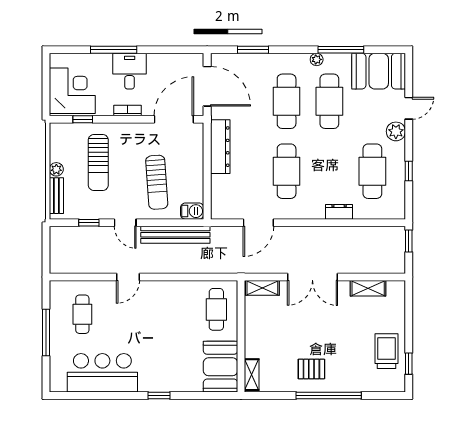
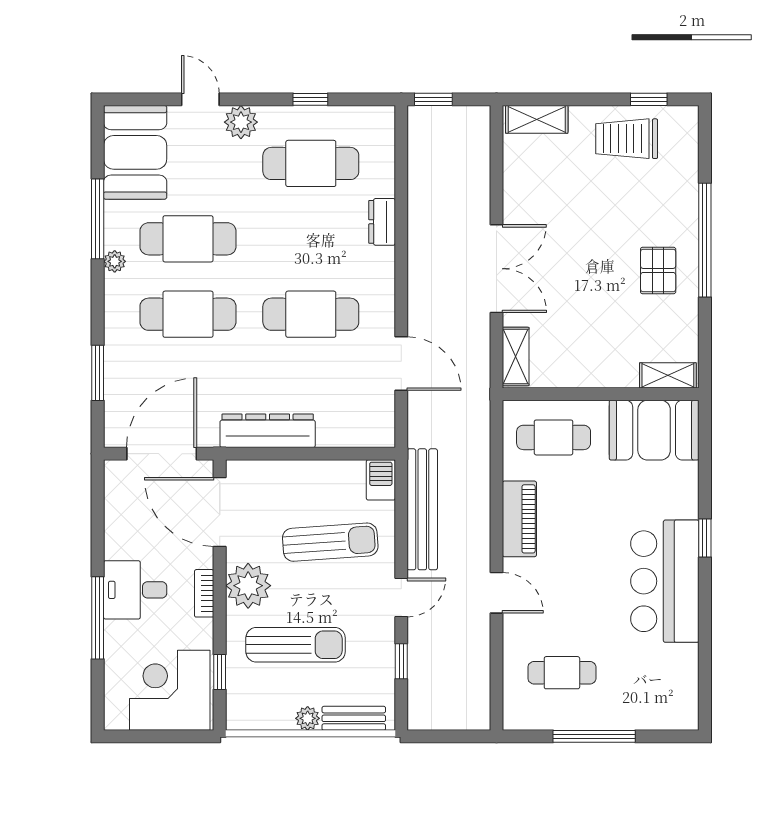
plant: (132, 136) -> (248, 586), added
shelving: (368, 288) -> (537, 119), moved, turned 90
piano: (170, 290) -> (519, 519), added
bar counter: (102, 373) -> (665, 581), moved

